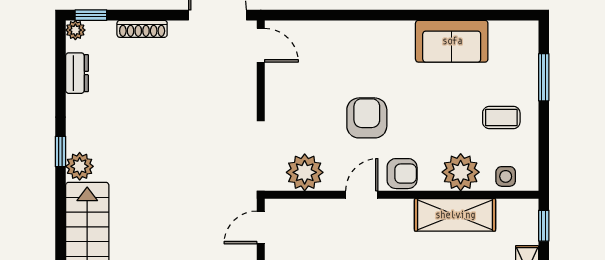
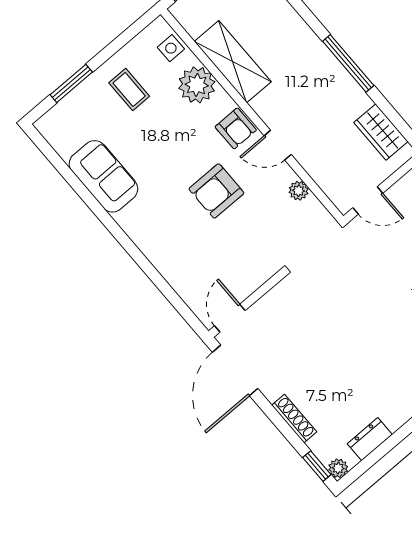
plant: (305, 172) -> (299, 191), width x0.53, depth x0.53
armchair: (402, 174) -> (236, 128), turned 180

